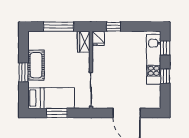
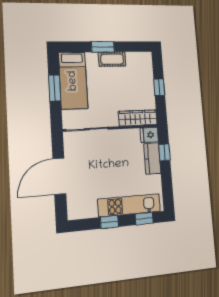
window: (59, 27) -> (159, 87), width x0.46
kitchen counter: (118, 37) -> (152, 159), added
wardrobe: (84, 42) -> (138, 118), width x1.50
cot: (36, 65) -> (112, 59), width x0.73, depth x0.75

